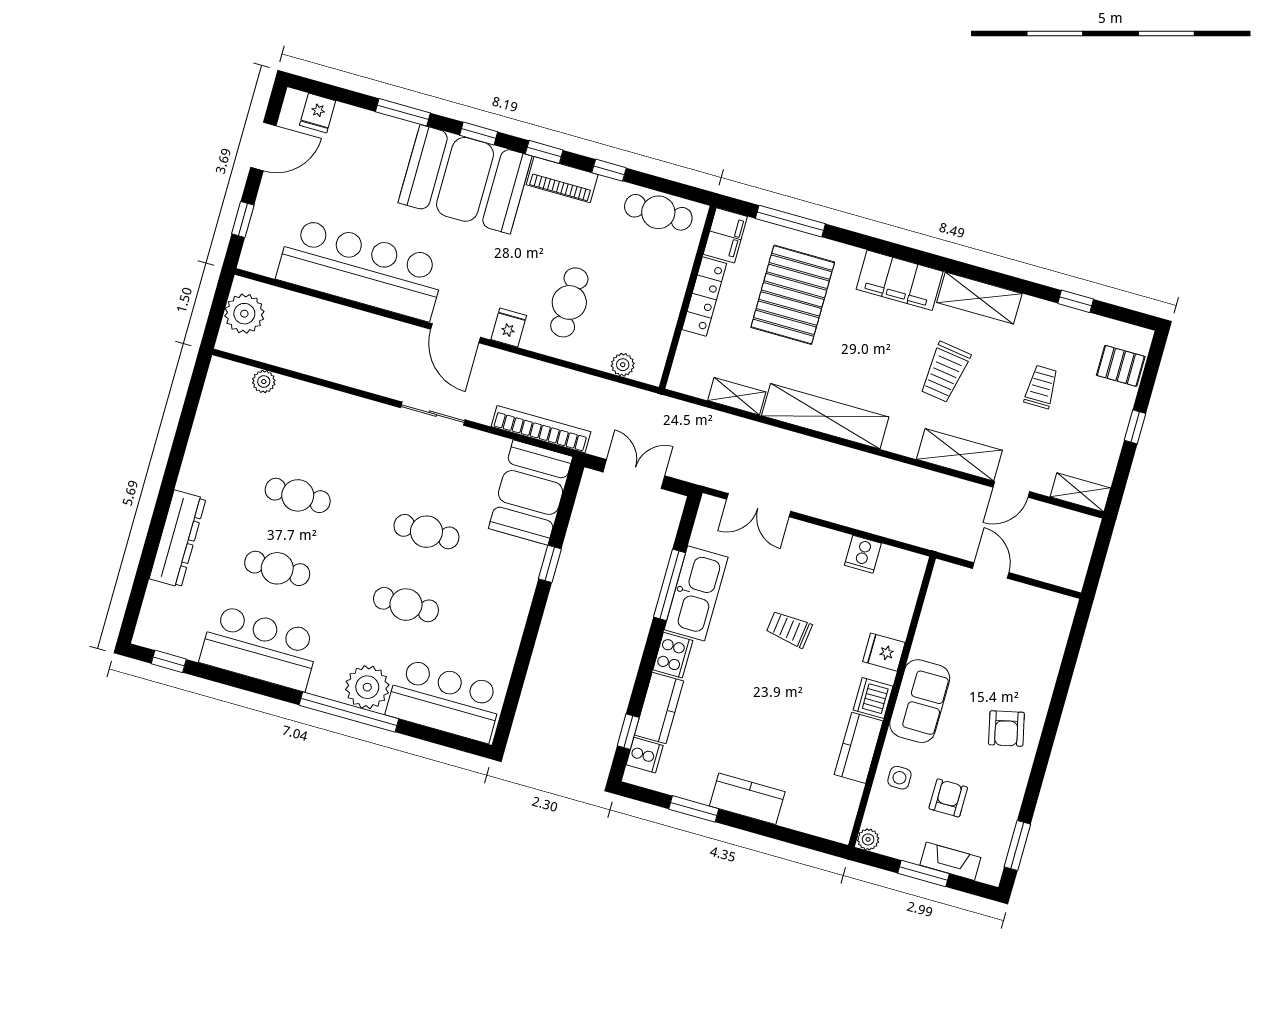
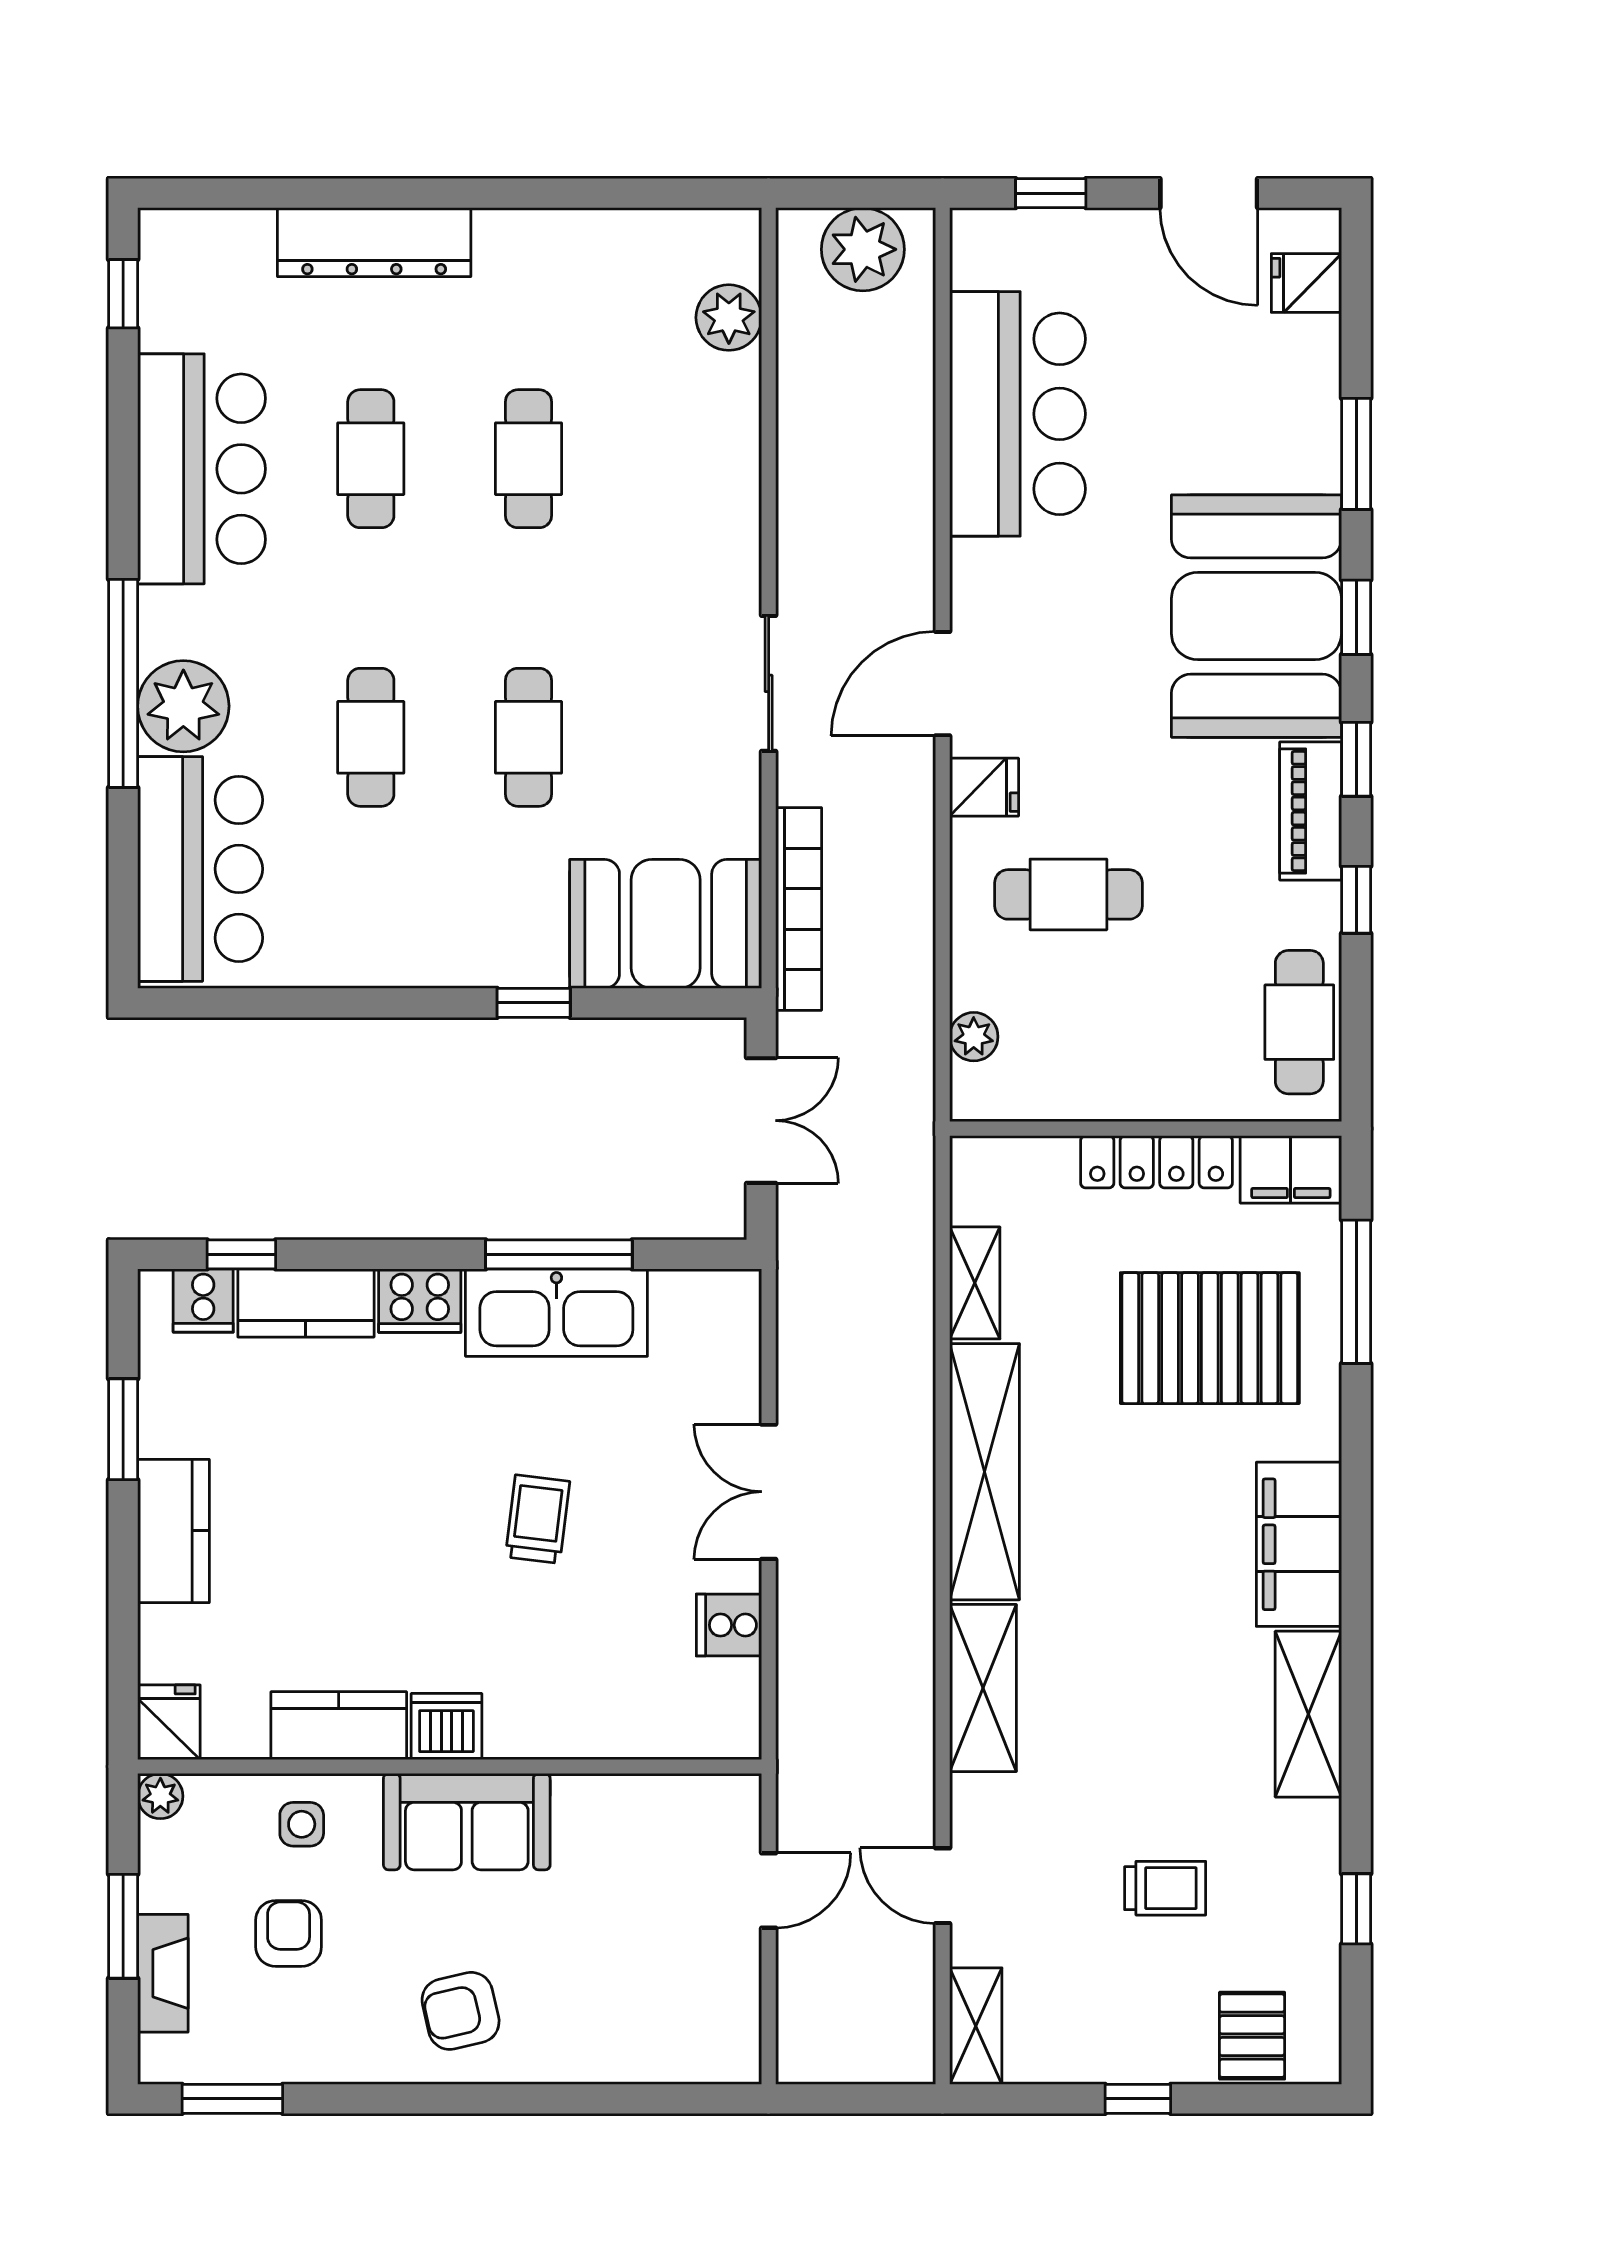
bar counter: (361, 269) -> (1017, 414), width x0.73
trolley: (945, 372) -> (1140, 1687), removed
plant: (264, 382) -> (729, 318), width x1.38, depth x1.38
shelving: (959, 455) -> (983, 1688), moved
double door: (759, 505) -> (769, 1492), moved
fridge: (884, 652) -> (169, 1722), moved
armchair: (948, 798) -> (289, 1933), turned -90

